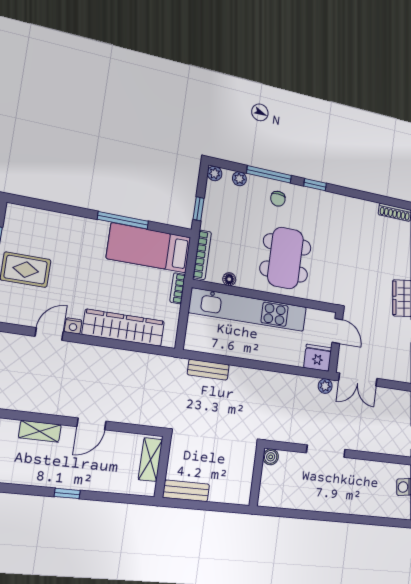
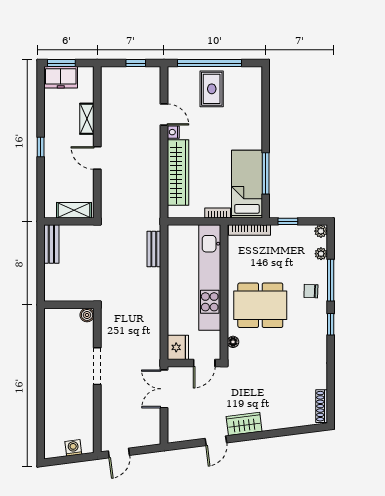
window: (123, 220) -> (266, 173), moved
floor lamp: (229, 279) -> (233, 342), moved
plant: (325, 386) -> (154, 358), removed

